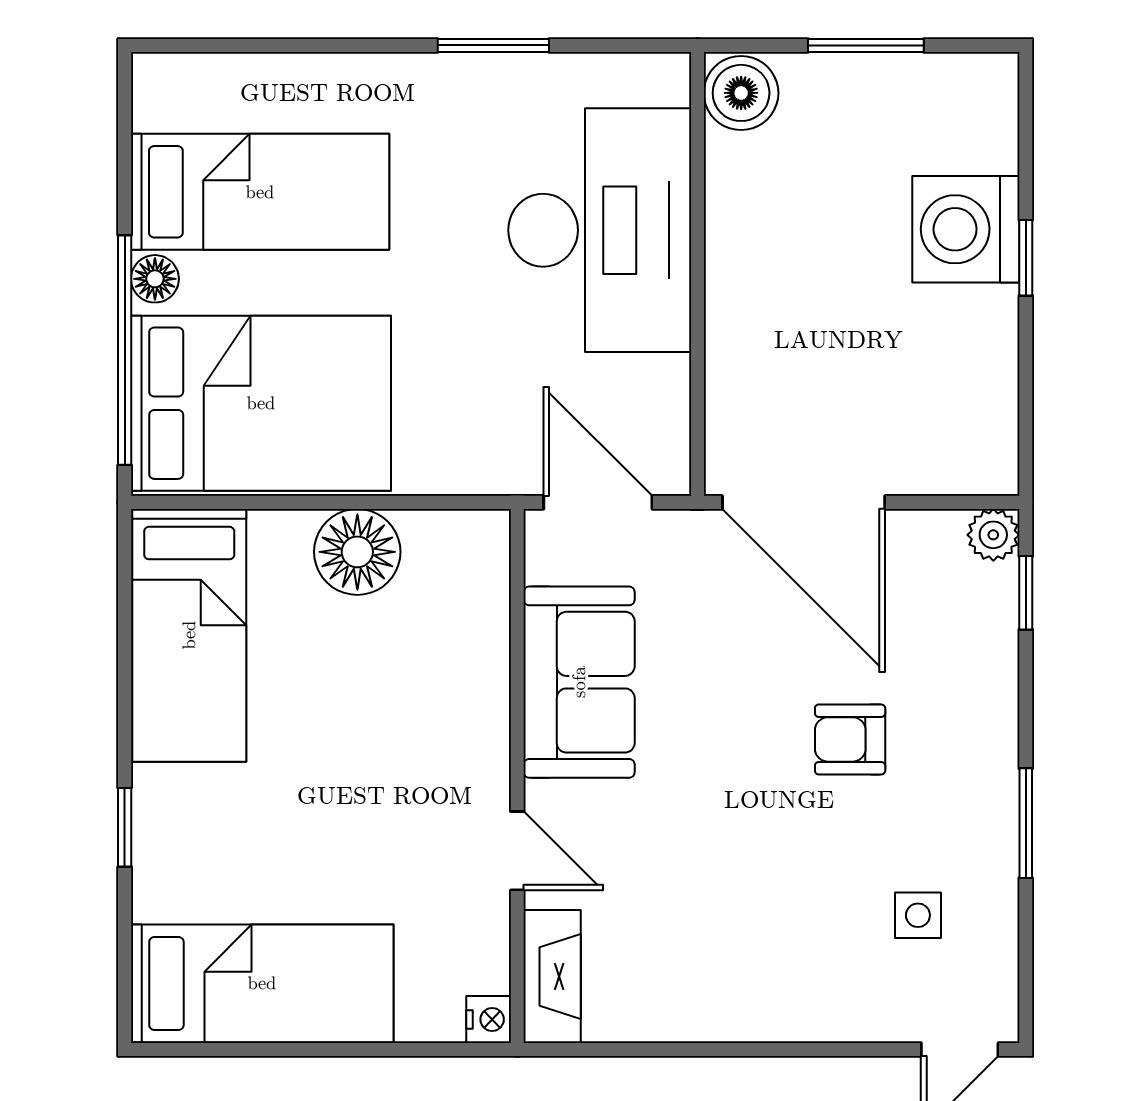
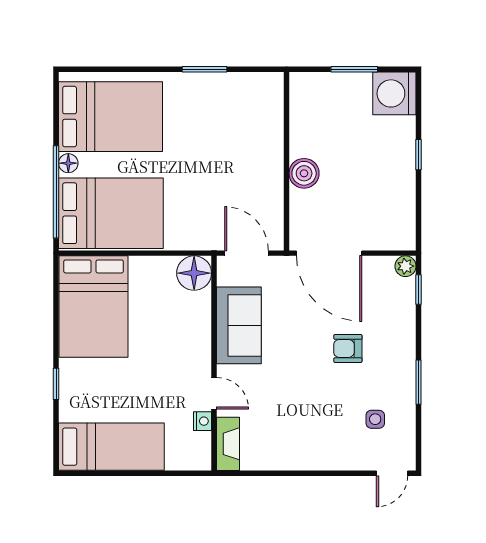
boiler: (741, 93) -> (304, 173), moved
bed: (260, 192) -> (111, 117), width x1.50
washing machine: (966, 229) -> (394, 93), moved
desk: (600, 230) -> (247, 144), removed
floor lamp: (357, 552) -> (194, 273), moved
bed: (189, 635) -> (94, 307), width x1.50
nightstand: (489, 1019) -> (202, 421), moved

